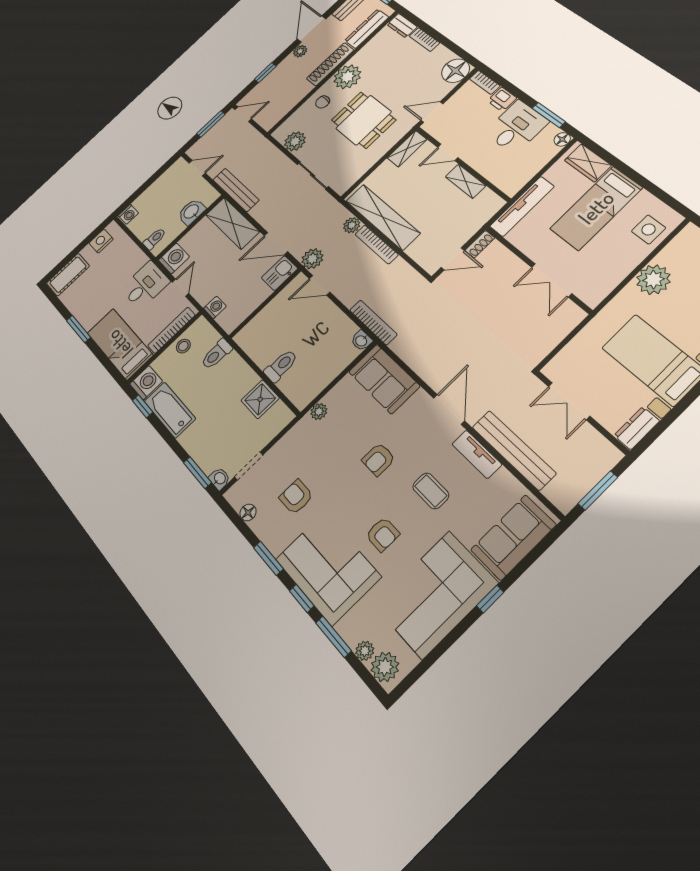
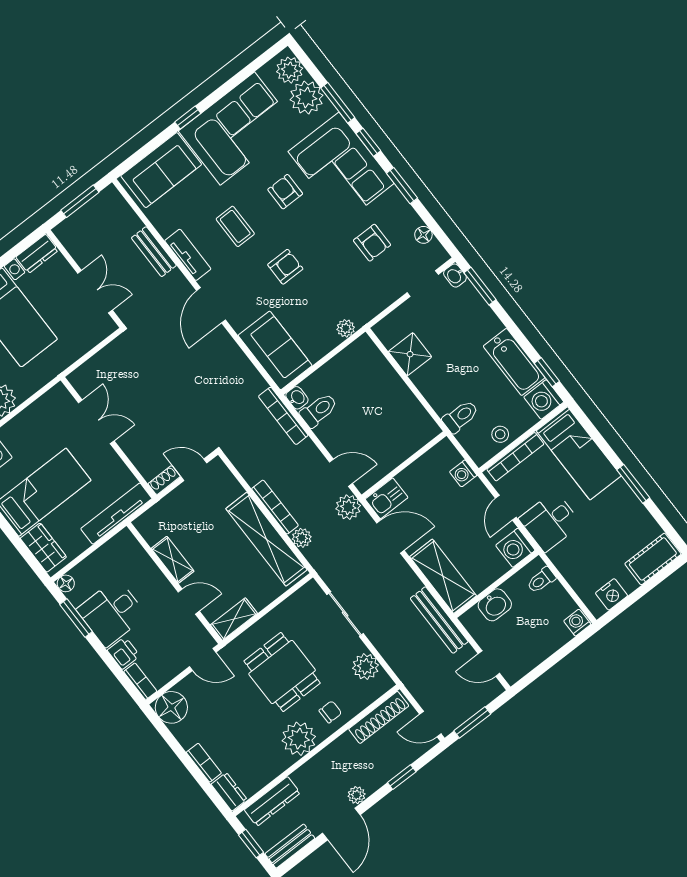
shoe rack: (330, 64) -> (379, 717), moved
toilet: (281, 366) -> (319, 410), moved, turned 180
bench: (514, 450) -> (154, 252), width x0.54, depth x0.82
plant: (365, 651) -> (306, 97), width x1.88, depth x1.88

